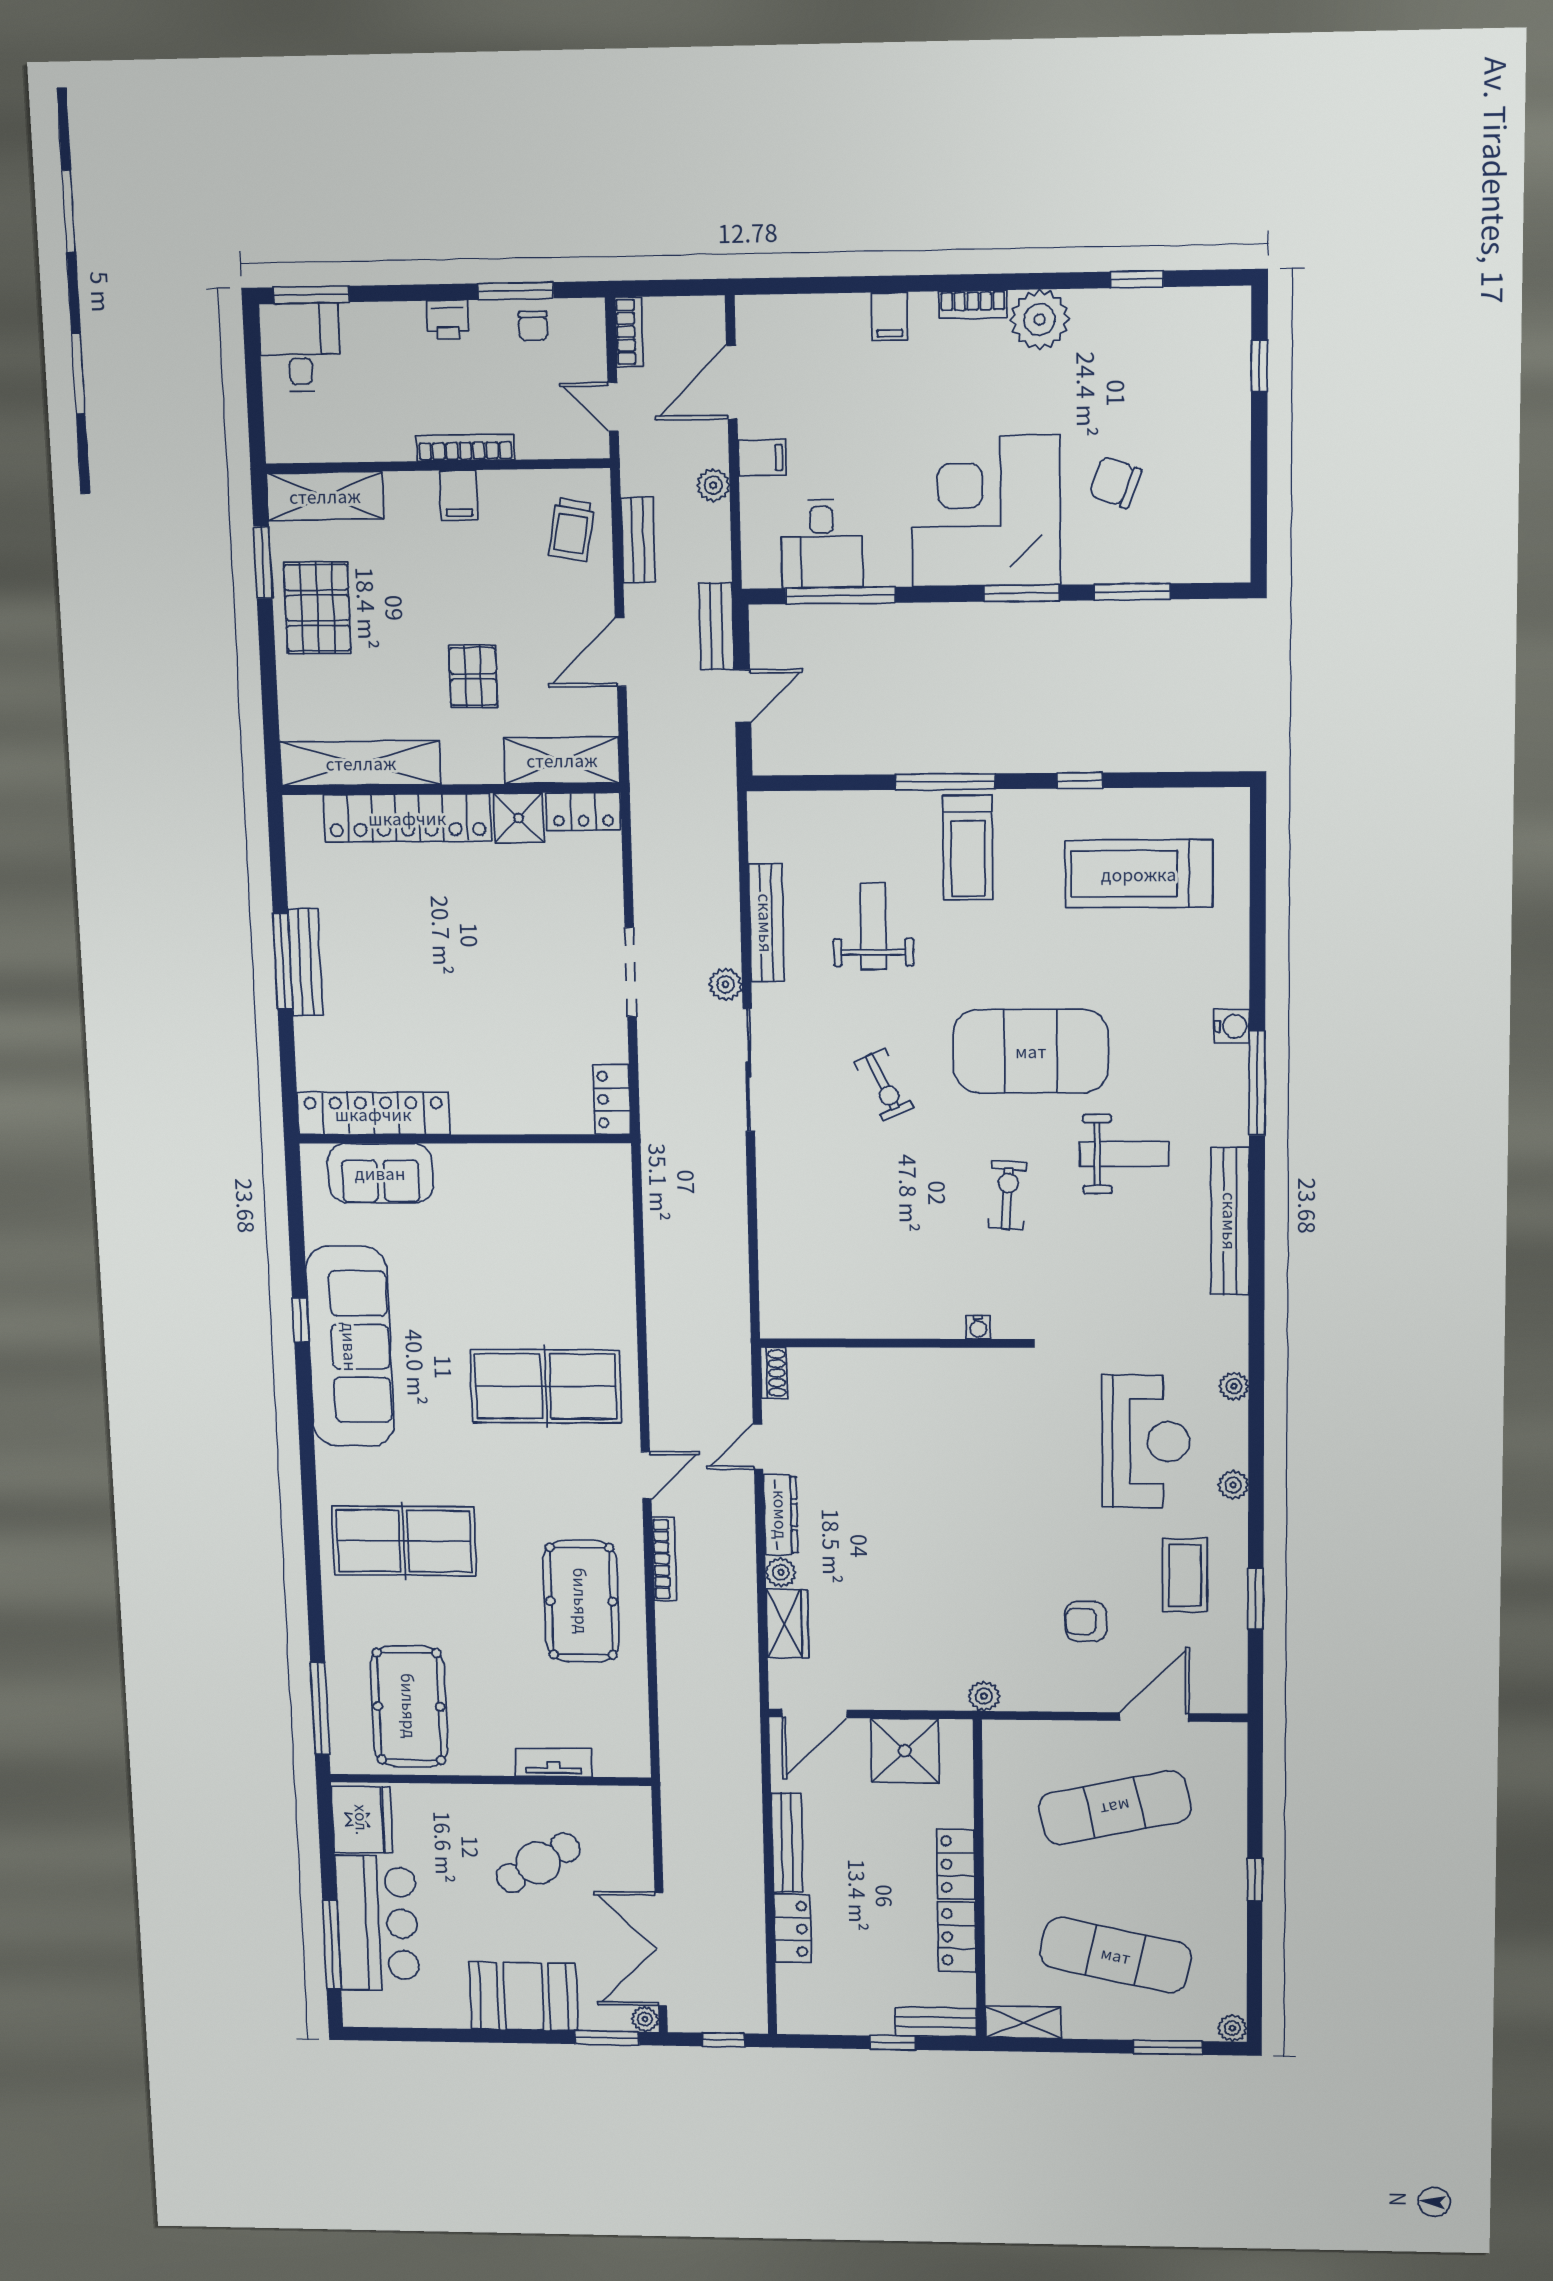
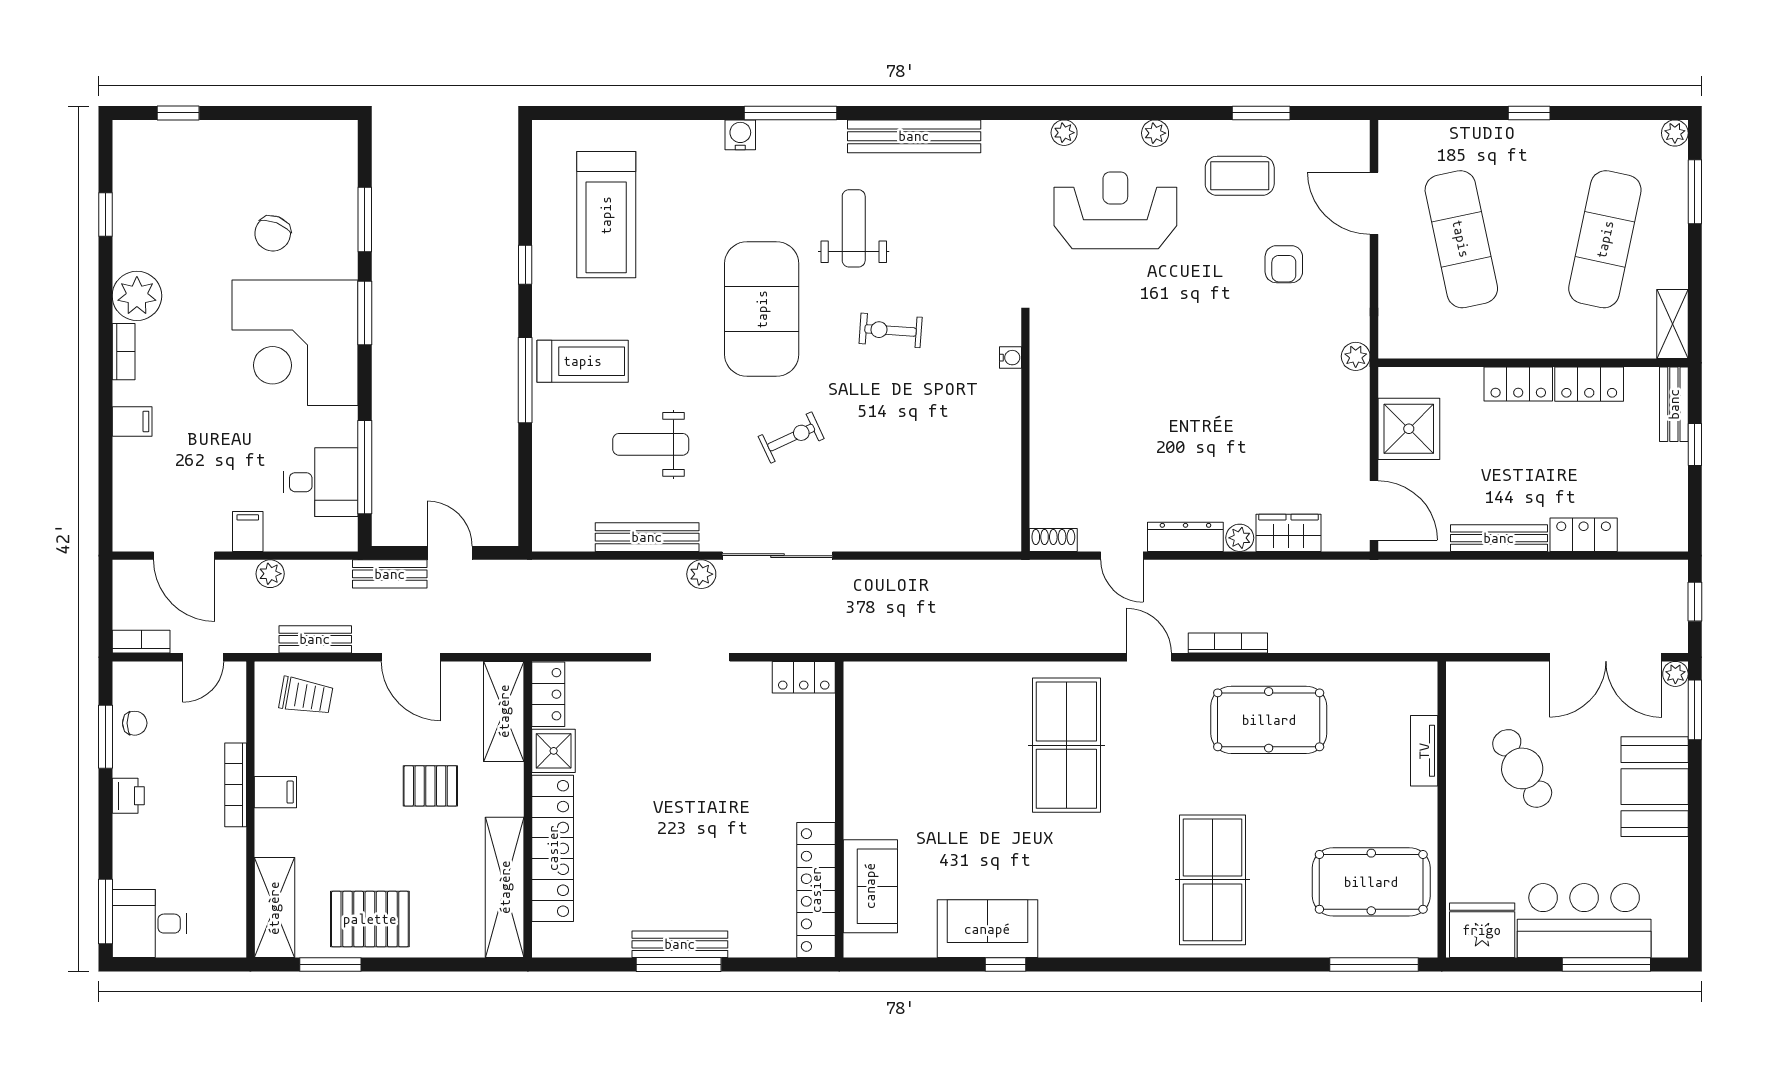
sofa: (350, 1347) -> (987, 929), width x0.54, depth x0.79

